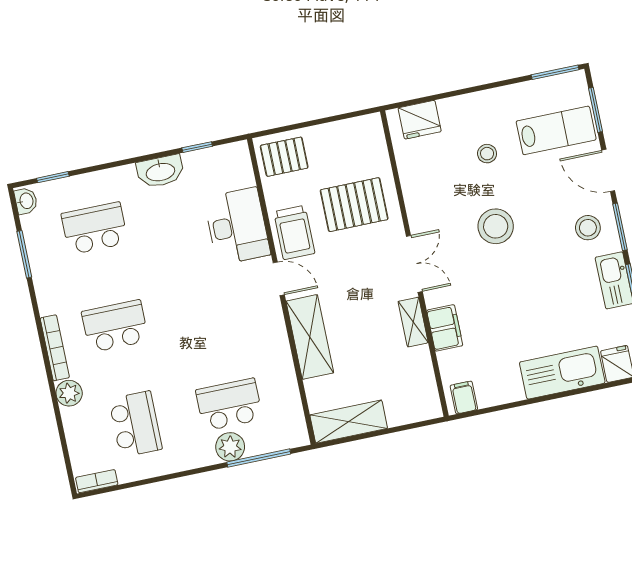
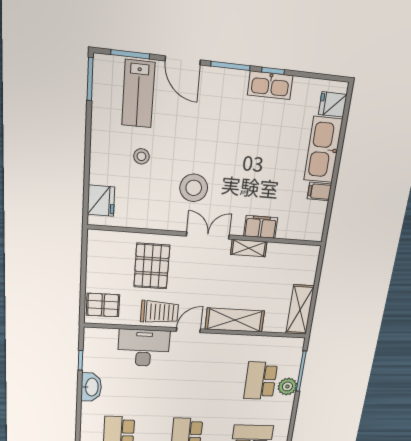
lab bench: (556, 130) -> (138, 94), turned 180
pallet: (284, 157) -> (103, 305), turned 90
door: (608, 170) -> (183, 60), hinge flipped
stool: (496, 226) -> (194, 188), moved
stool: (588, 228) -> (223, 93), removed
filing cabinet: (464, 397) -> (319, 191), moved

